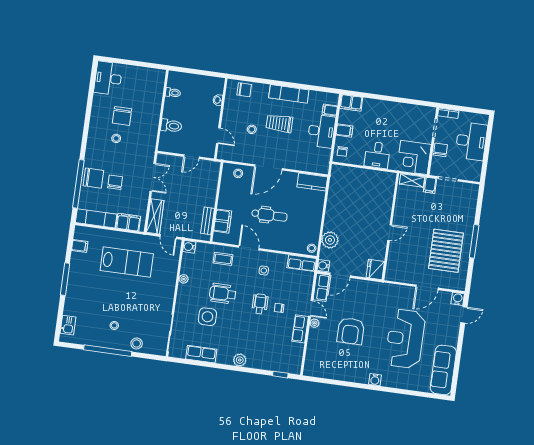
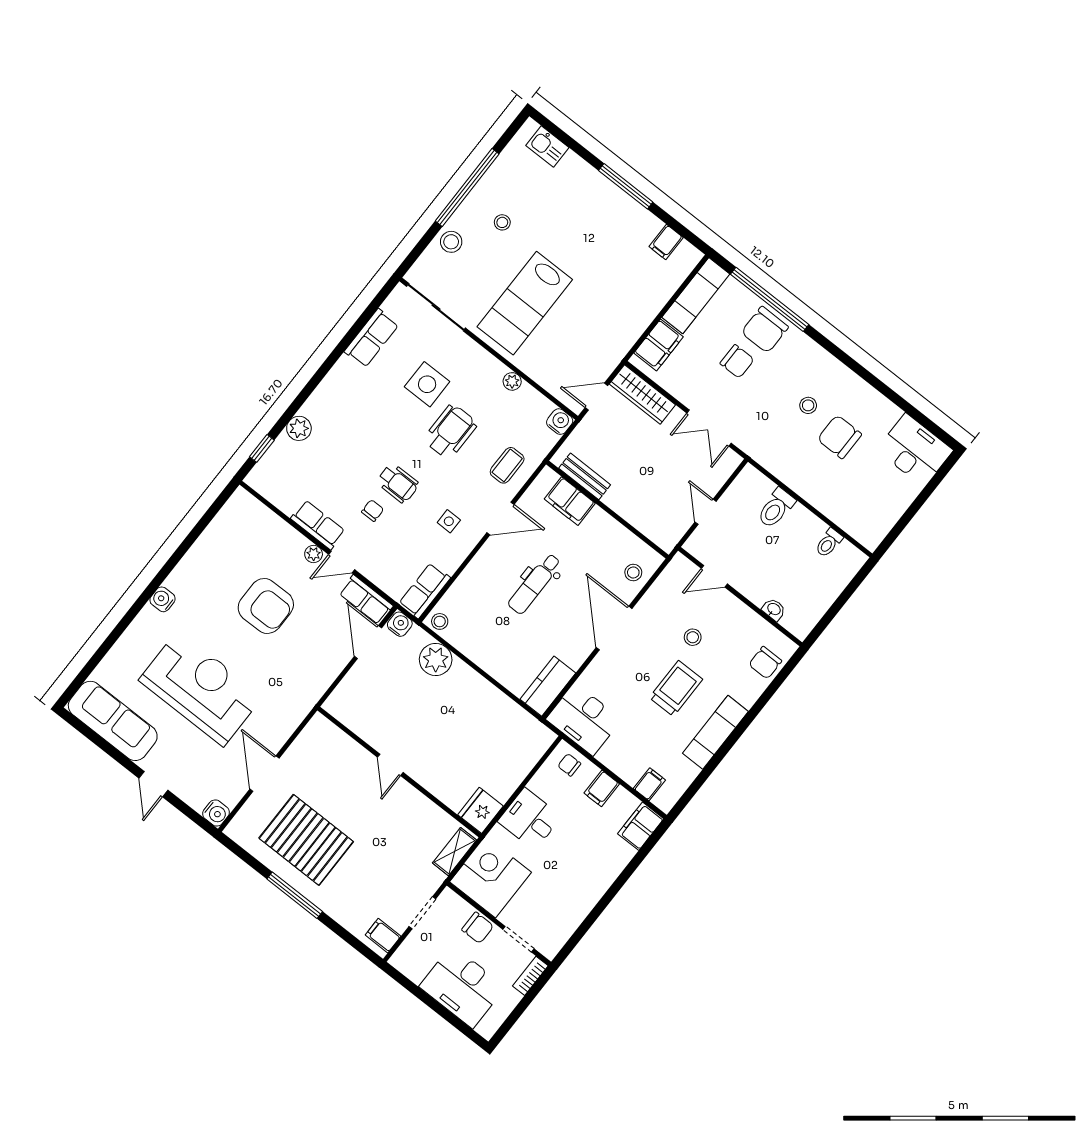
desk: (321, 131) -> (584, 719), moved
filing cabinet: (430, 185) -> (383, 936), moved
lab bench: (127, 262) -> (525, 303), moved
fridge: (375, 269) -> (481, 810), moved, turned -90
door: (464, 315) -> (153, 784), moved
armchair: (351, 331) -> (266, 606), turned 180
plant: (240, 360) -> (299, 428), moved

